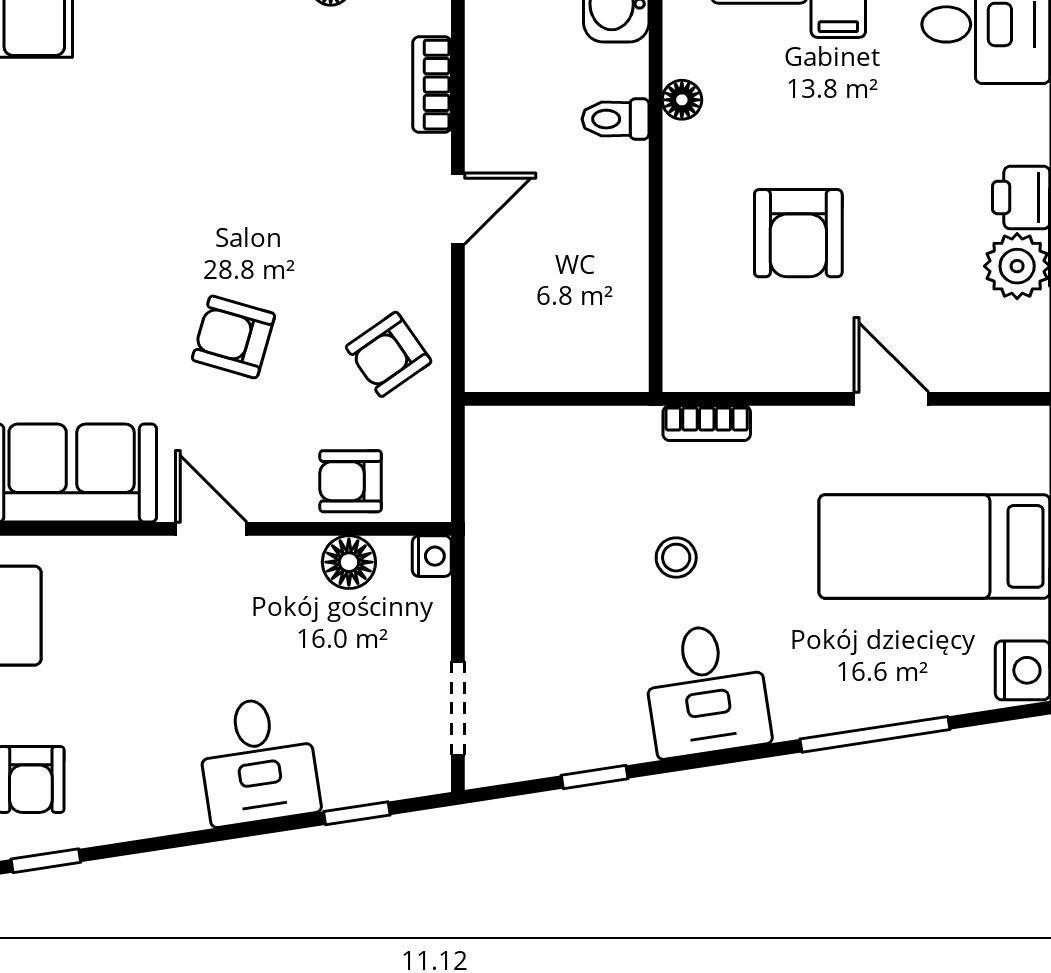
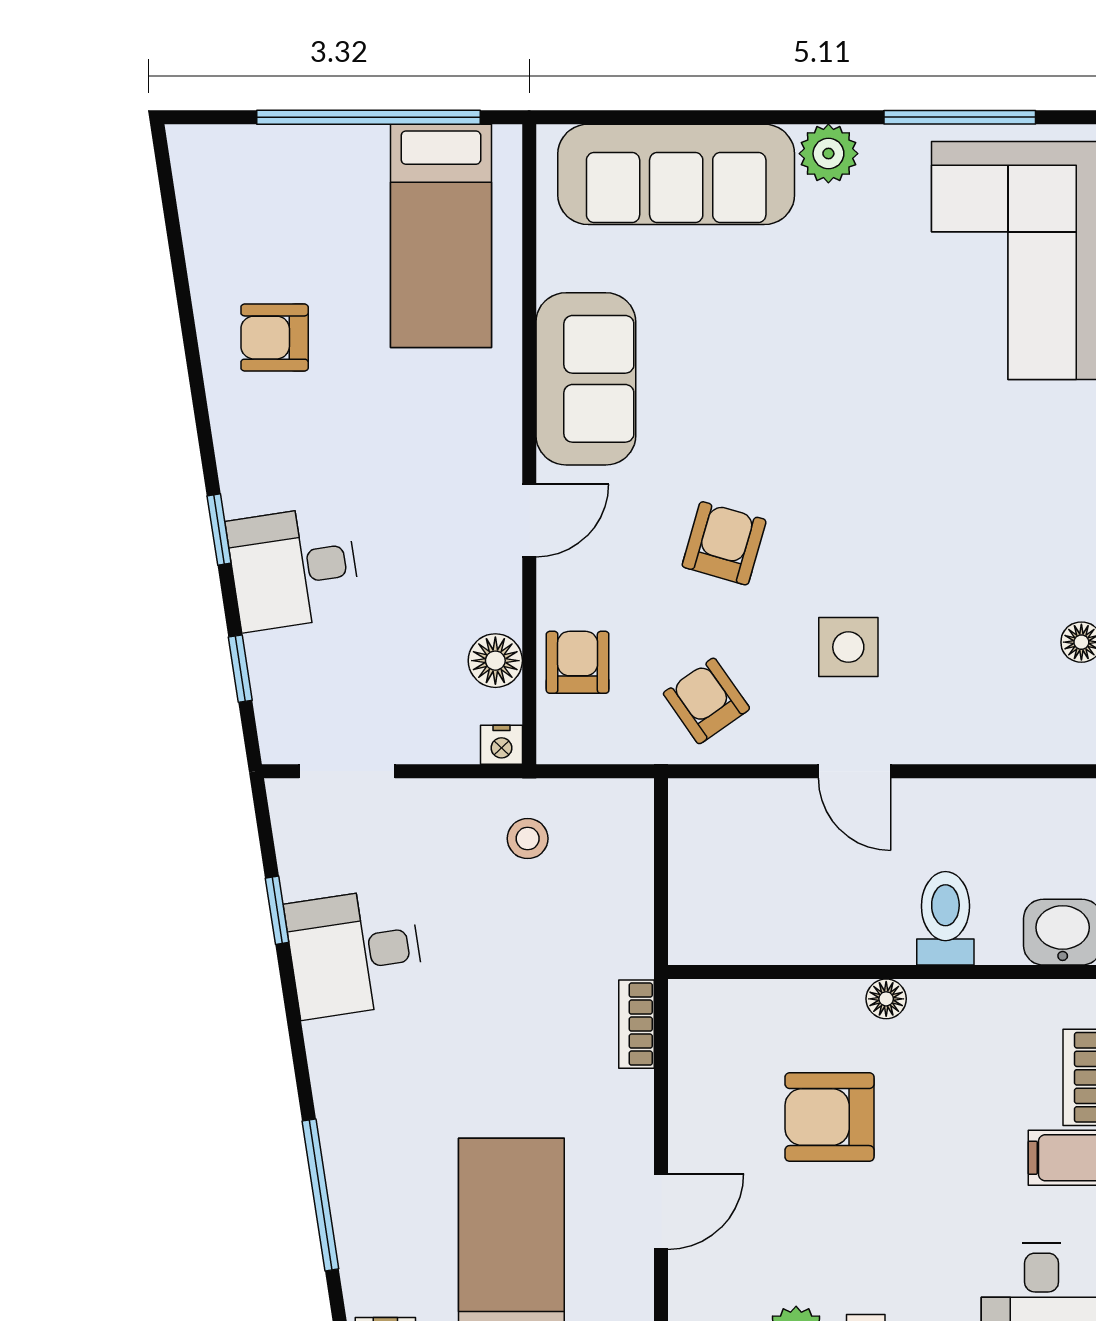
bookcase: (432, 85) -> (980, 745), removed
floor lamp: (682, 100) -> (886, 999), moved
toilet: (615, 119) -> (945, 918), width x1.37, depth x1.39
side table: (336, 215) -> (848, 647), added
stool: (676, 558) -> (528, 839), moved
desk: (706, 690) -> (355, 953), moved
window: (46, 861) -> (219, 529), moved

